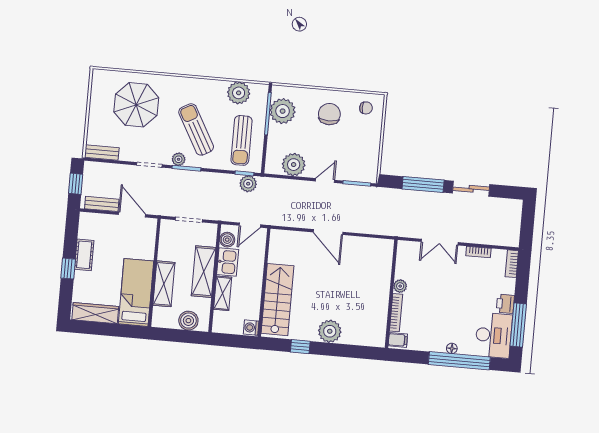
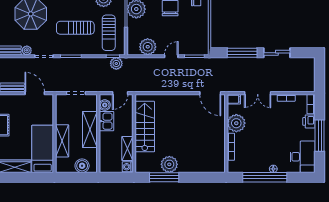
sun lounger: (196, 129) -> (75, 28), turned -61
plant: (179, 159) -> (27, 50), moved
door: (328, 232) -> (210, 93), moved
plant: (400, 286) -> (236, 123), width x1.88, depth x1.88
shelving: (223, 293) -> (127, 148), moved
stairs: (277, 300) -> (145, 127), moved
printer: (505, 304) -> (309, 121), moved
window: (518, 325) -> (320, 136), moved
plant: (330, 331) -> (169, 164), moved
filing cabinet: (398, 340) -> (234, 99), moved
window: (300, 347) -> (164, 177), width x2.17
window: (459, 361) -> (265, 177), moved

